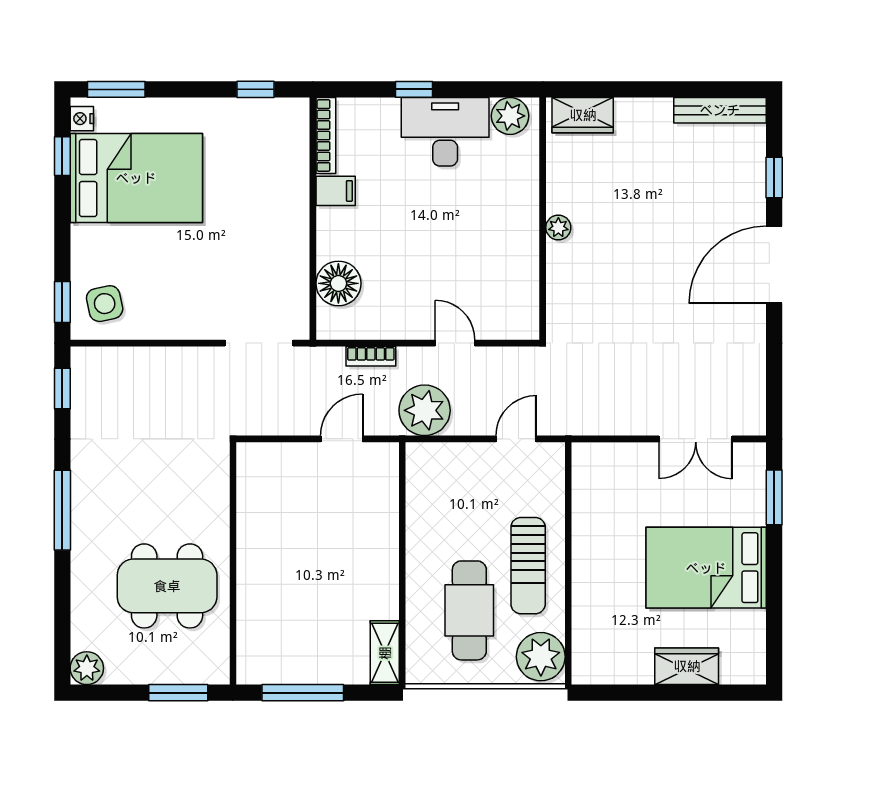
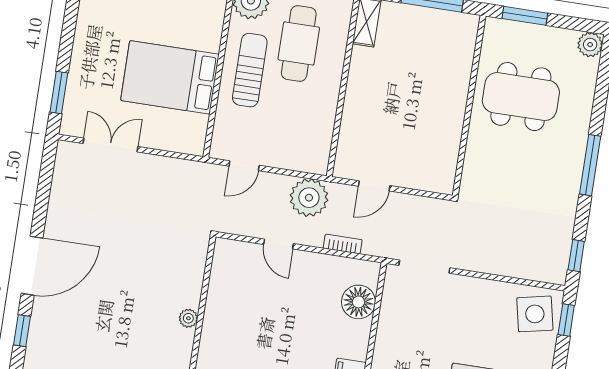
side table: (105, 304) -> (535, 314), width x1.37, depth x1.37
bed: (706, 568) -> (170, 77), moved, turned 180

